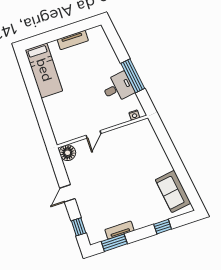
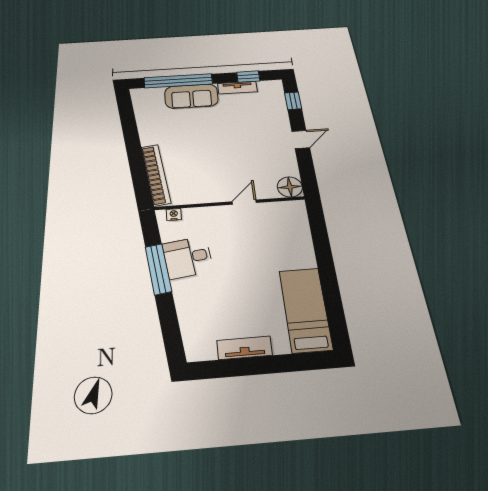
bookcase: (154, 142) -> (156, 175), added
sofa: (173, 191) -> (191, 96), moved, turned 98
window: (163, 227) -> (178, 81), width x3.17
window: (114, 243) -> (248, 77), width x0.67

